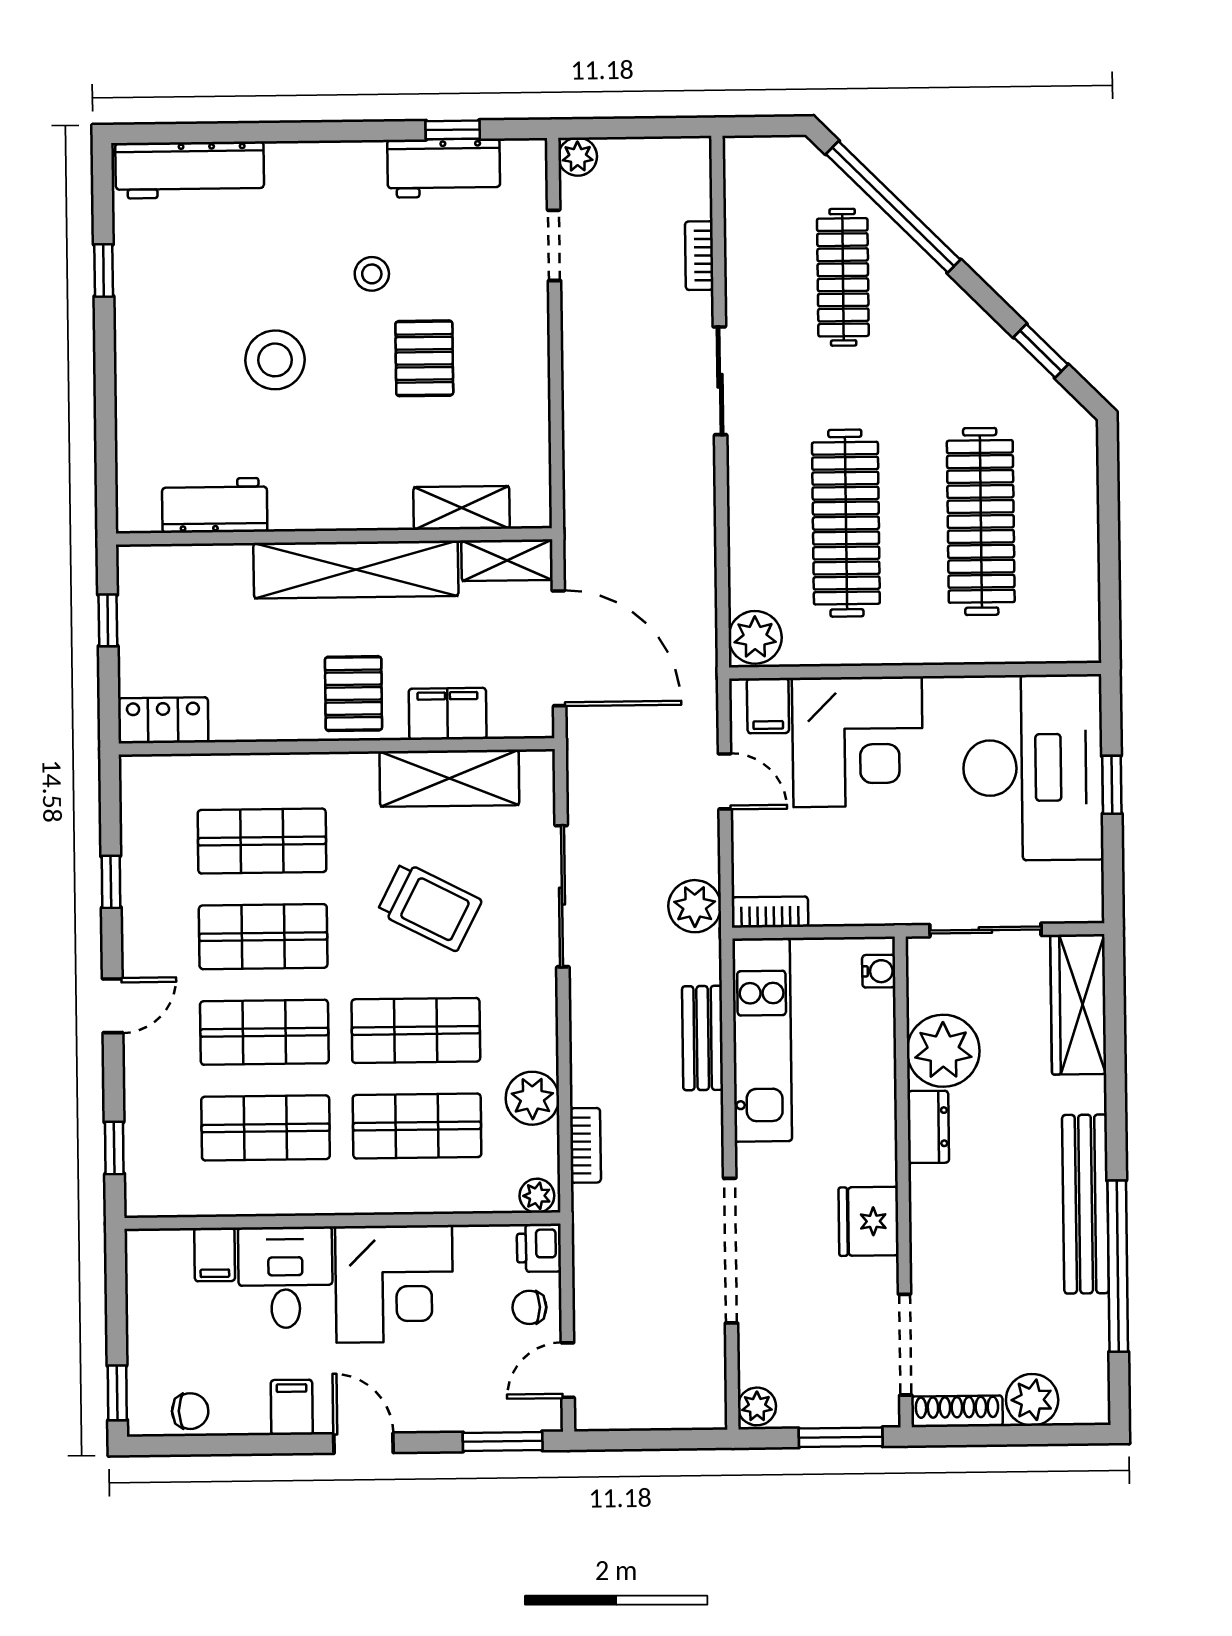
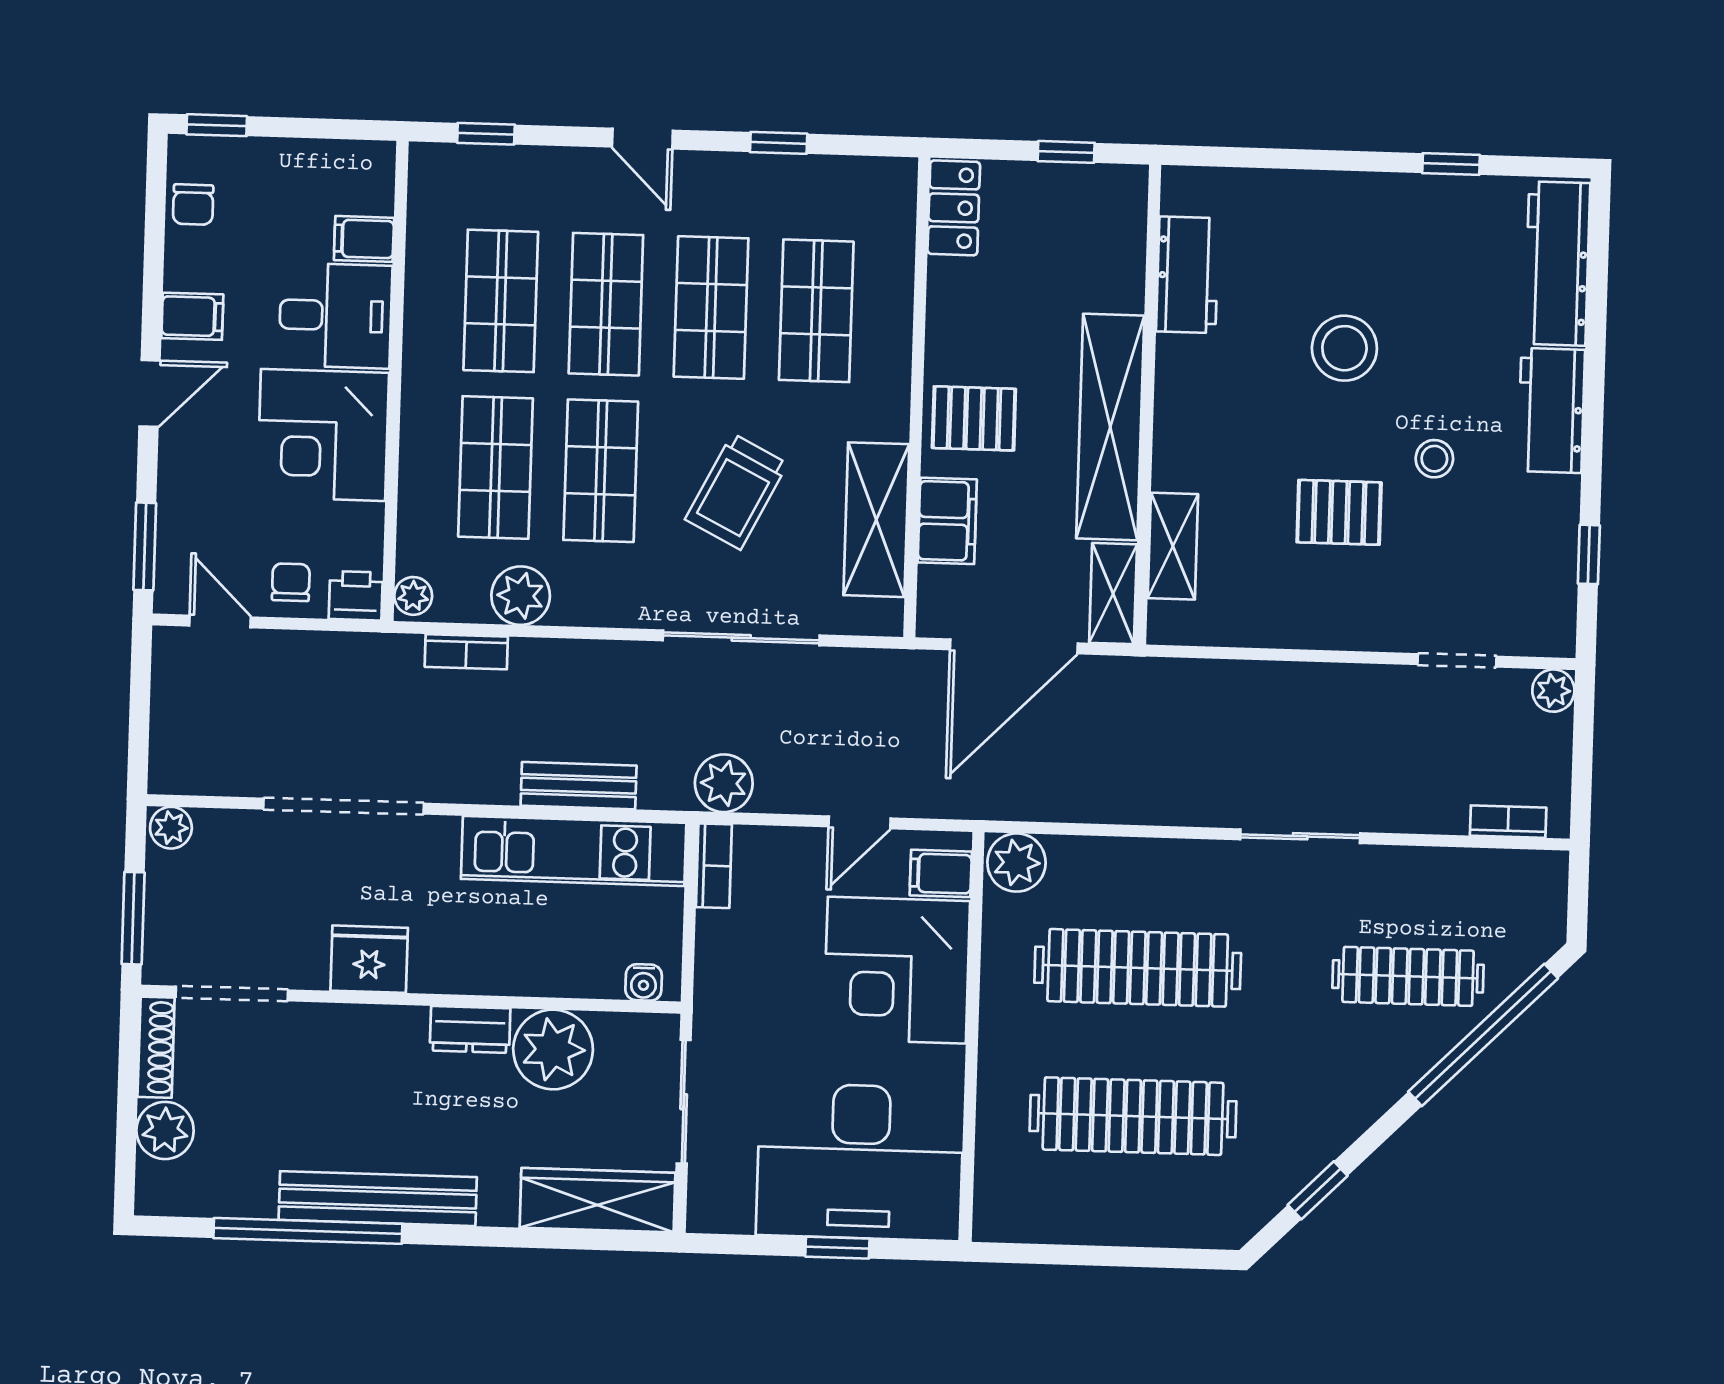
workbench: (444, 168) -> (1551, 410), moved
bookcase: (699, 256) -> (1508, 822), moved

